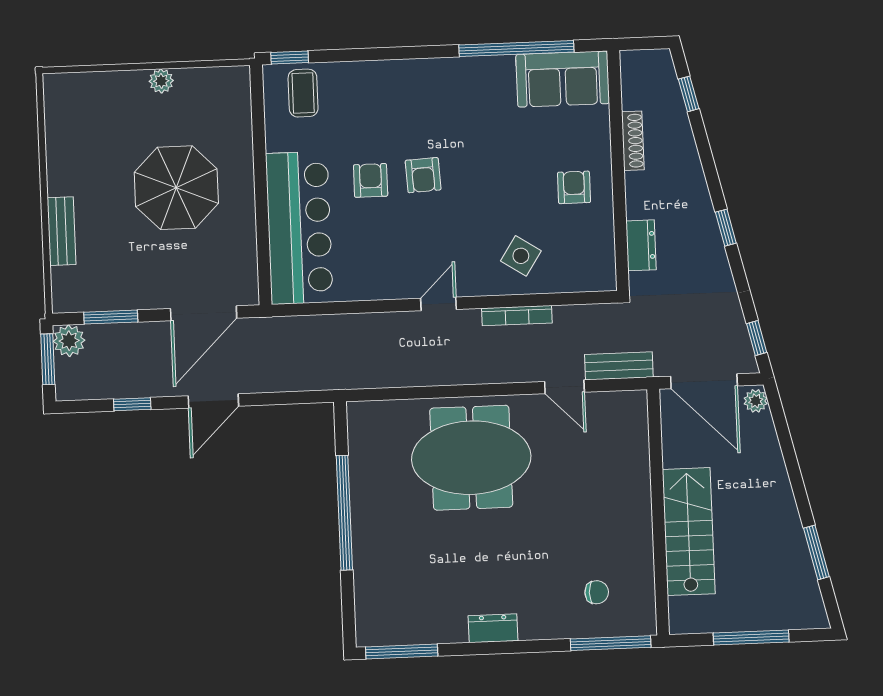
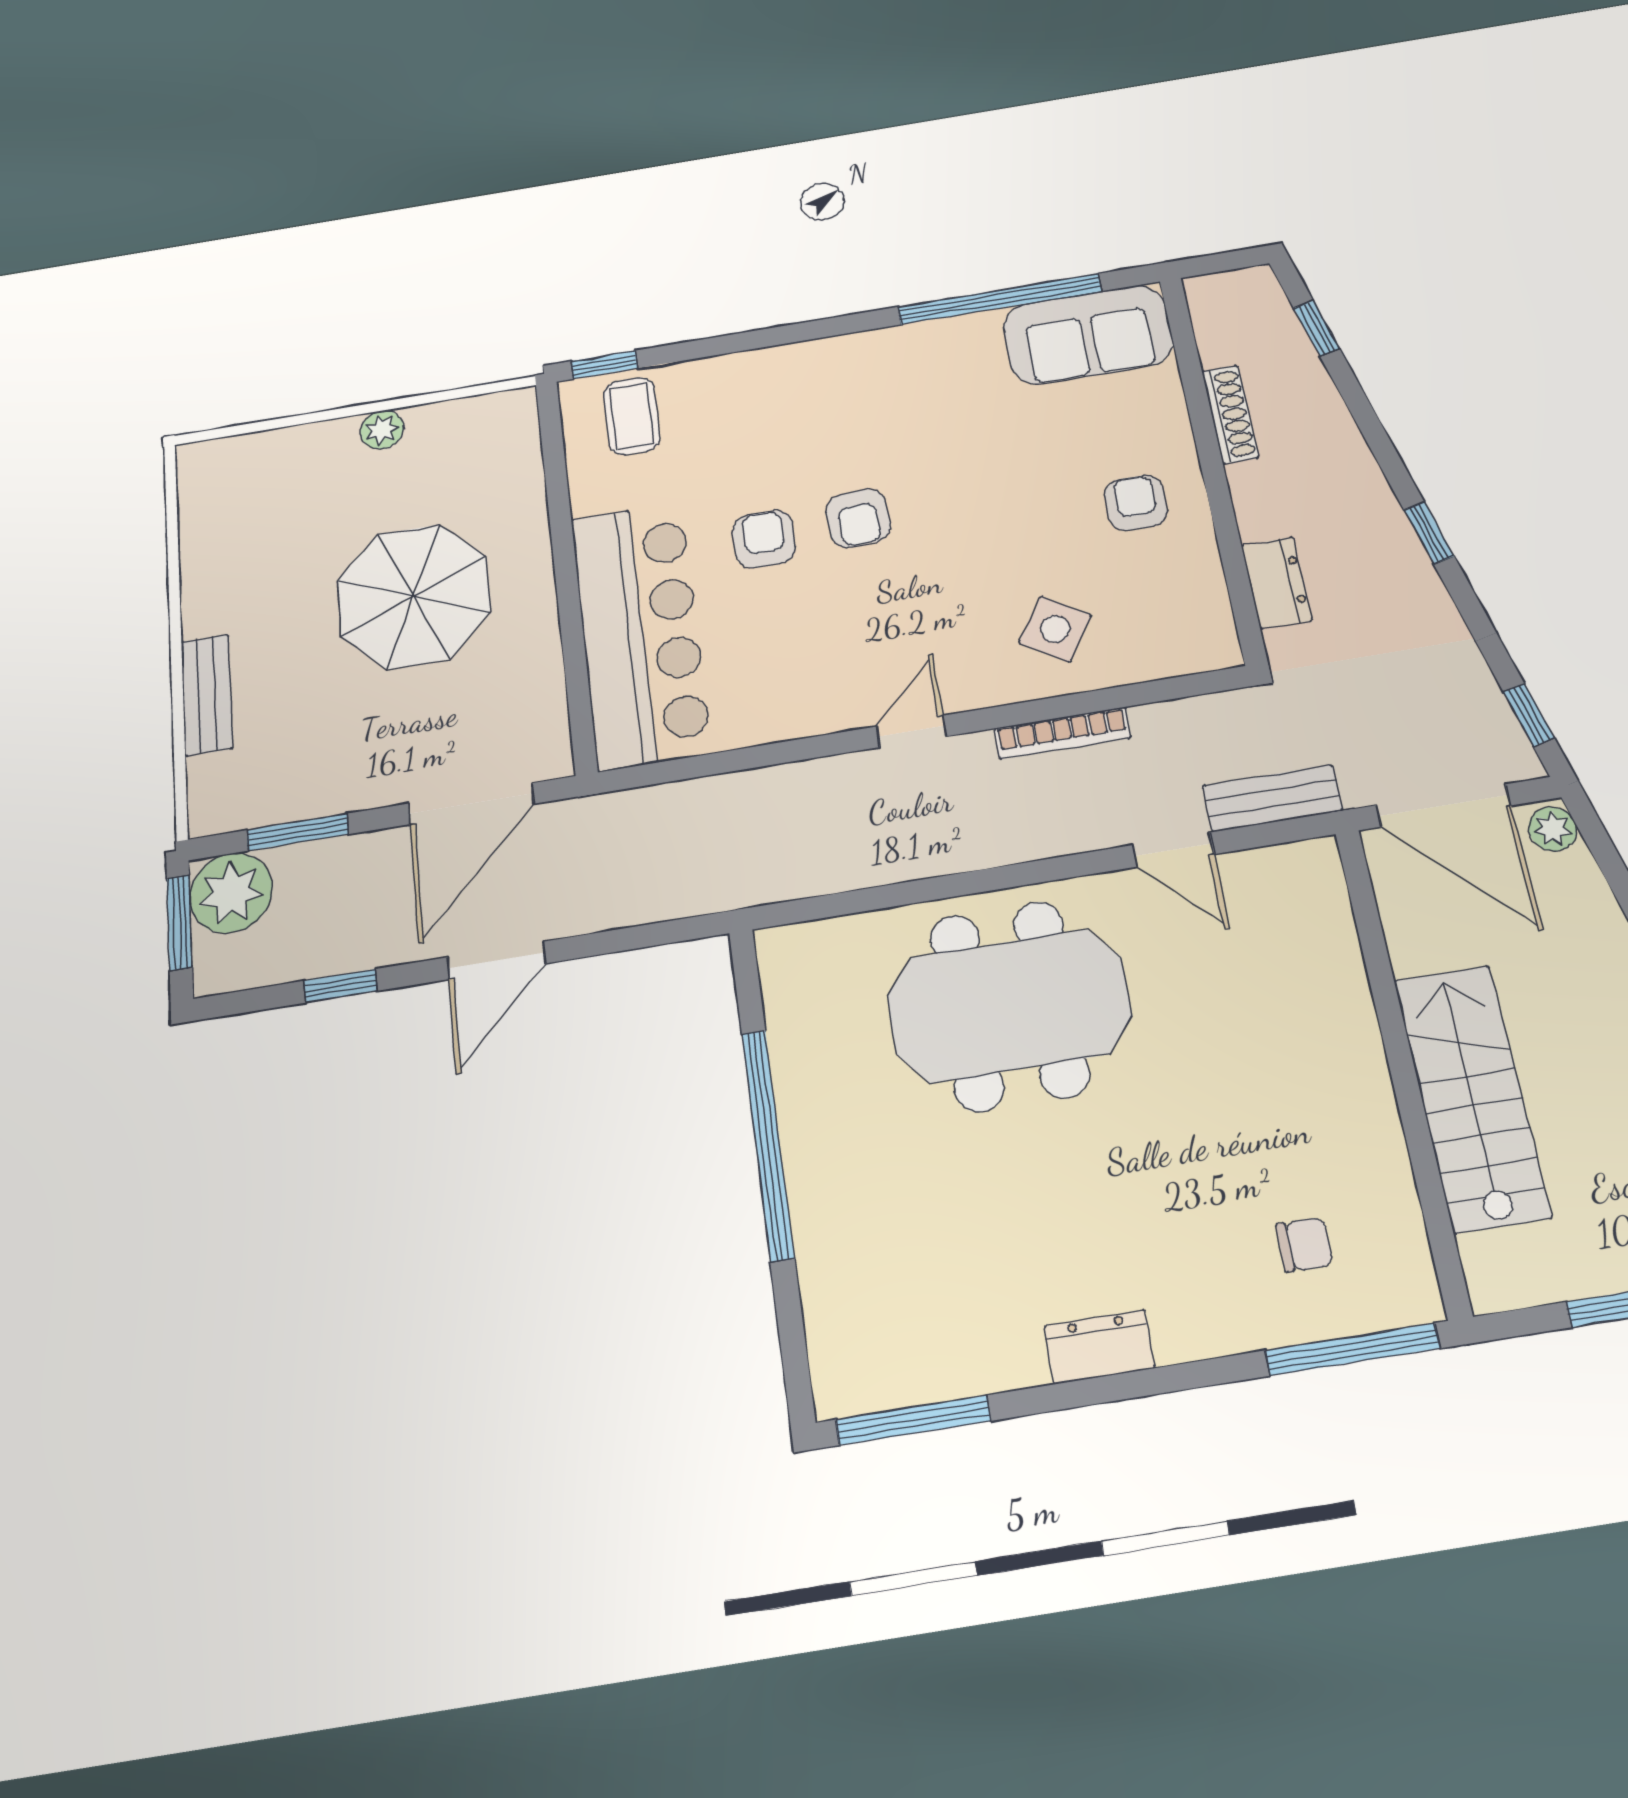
plant: (69, 341) -> (231, 893), width x1.36, depth x1.36

